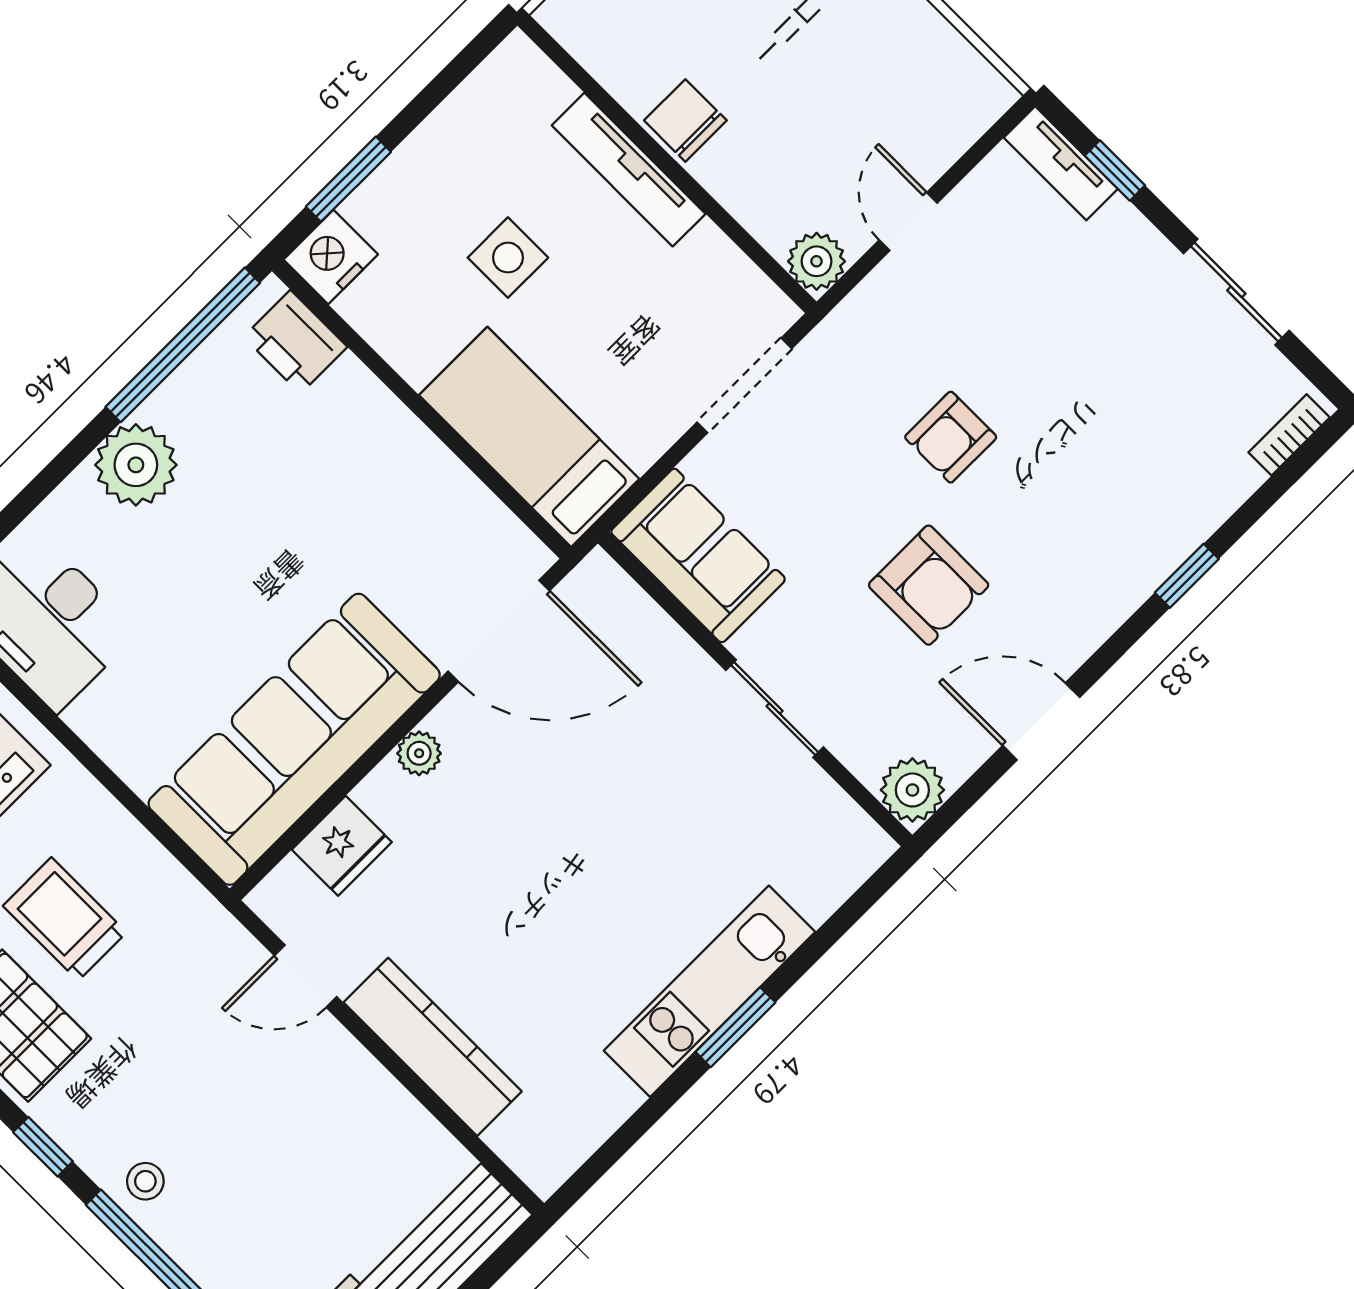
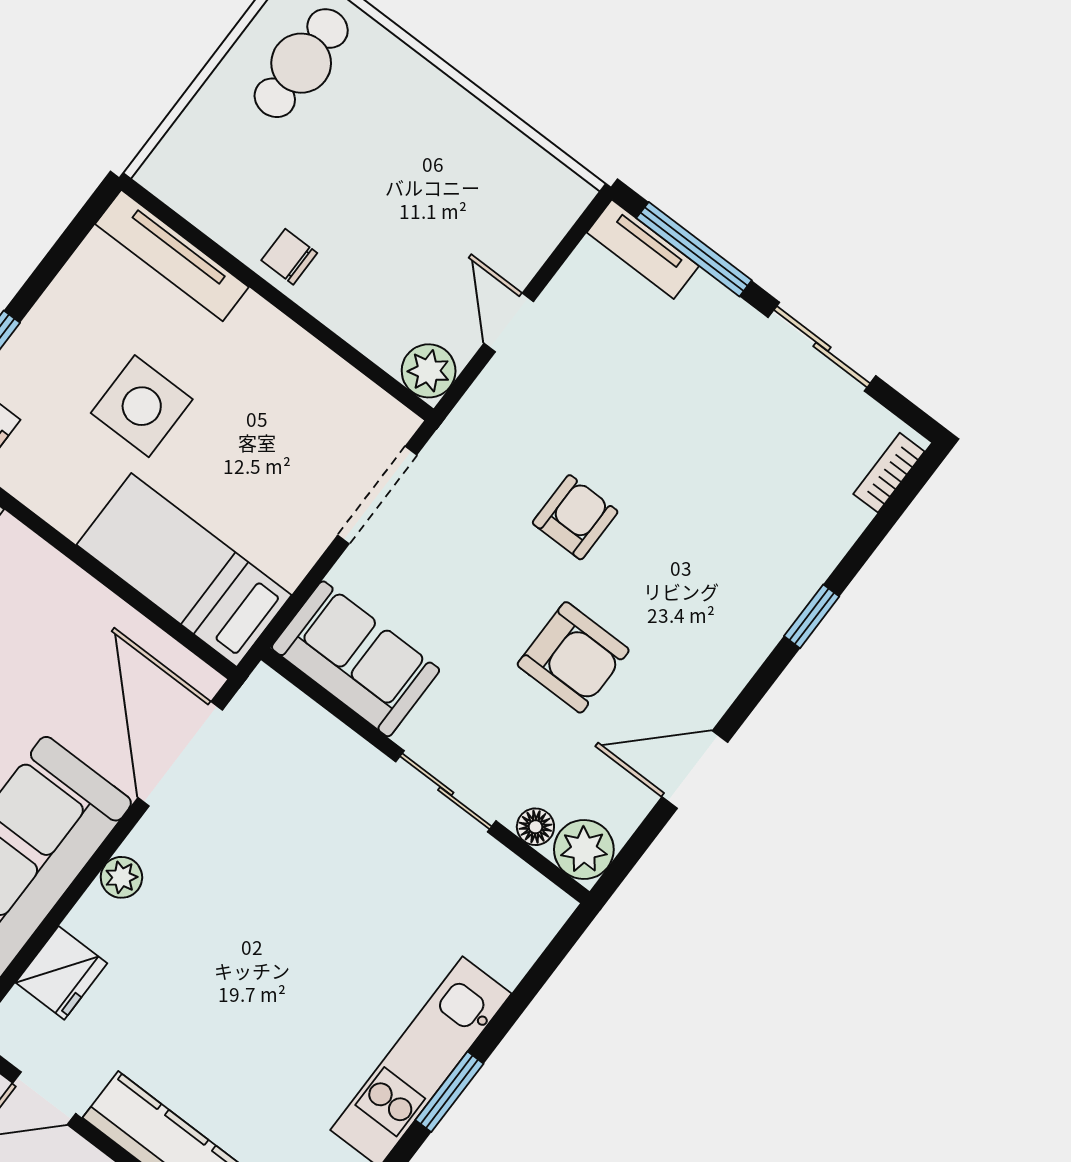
chair: (685, 120) -> (289, 257), width x0.73, depth x0.73
tv unit: (629, 170) -> (172, 256), moved
window: (1115, 170) -> (694, 249), width x2.17
side table: (508, 258) -> (142, 406), width x1.37, depth x1.37
armchair: (951, 437) -> (575, 517), turned 180
door: (499, 631) -> (180, 754), swing flipped
floor lamp: (864, 759) -> (535, 827), added

